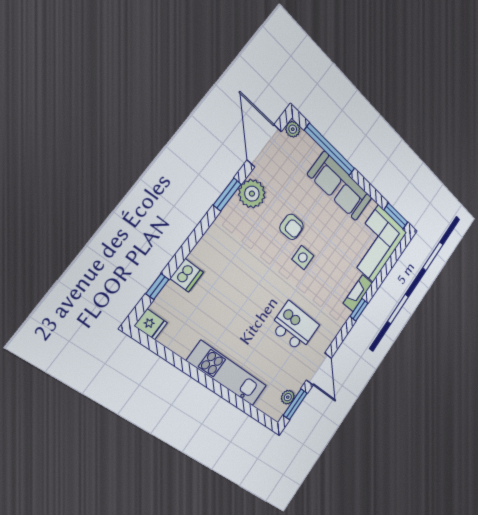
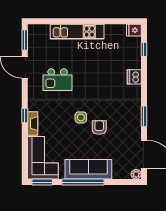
window: (330, 150) -> (83, 182), moved
plant: (252, 194) -> (132, 127), removed
armchair: (292, 227) -> (99, 128), turned 90
dishwasher: (187, 275) -> (134, 77), moved
plant: (288, 397) -> (32, 41), removed

